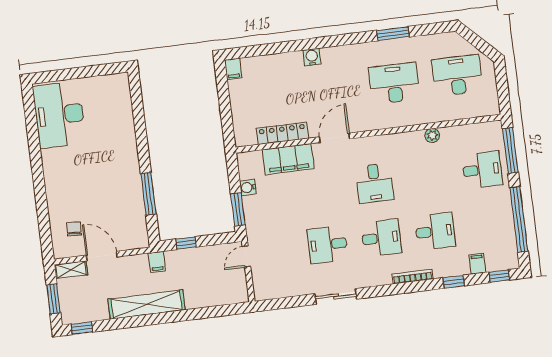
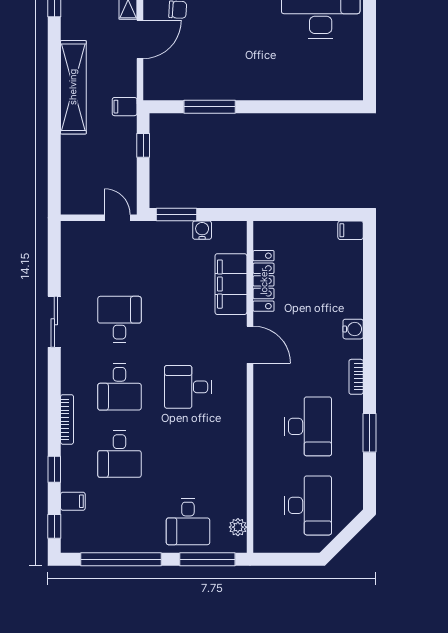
bookcase: (350, 50) -> (356, 377), added
plant: (432, 135) -> (238, 527), moved

